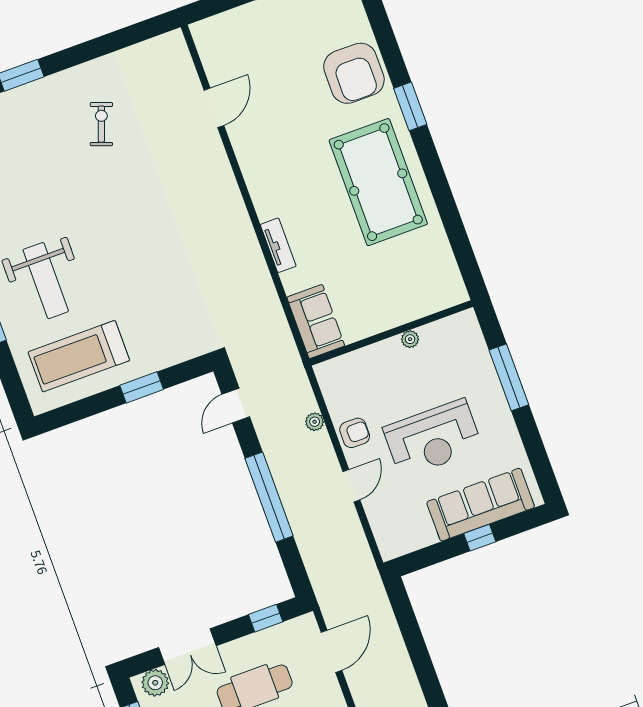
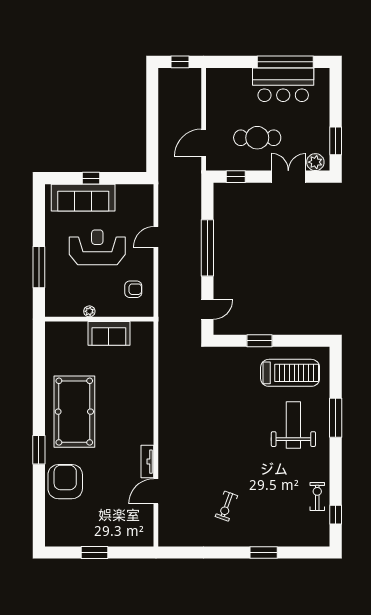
tv unit: (278, 245) -> (147, 462), moved
sofa: (316, 322) -> (109, 333), moved, turned -90
plant: (315, 422) -> (164, 283), removed
armchair: (355, 433) -> (133, 289), moved, turned 180

